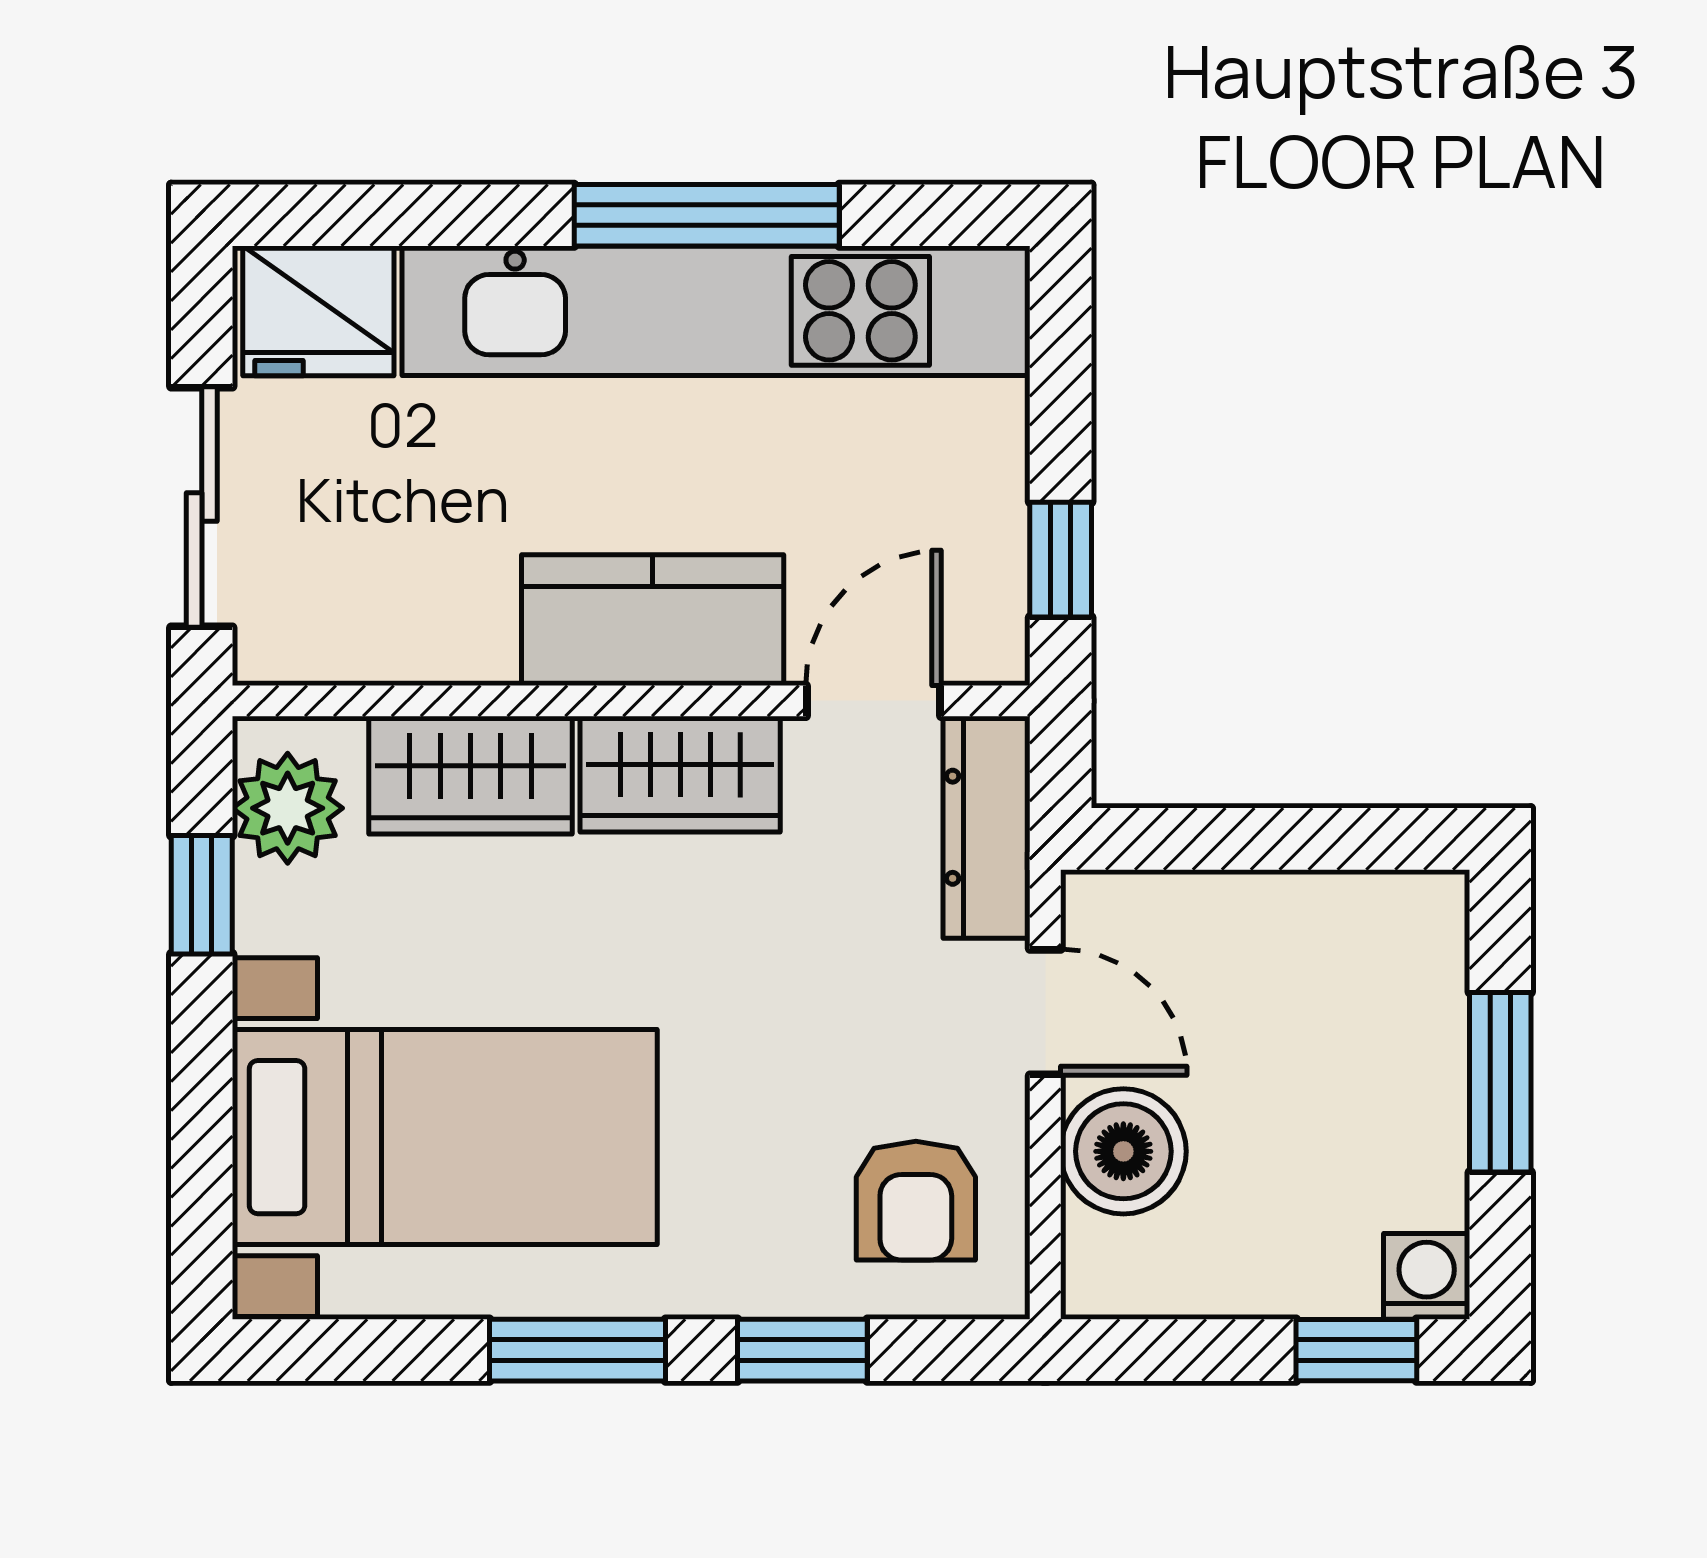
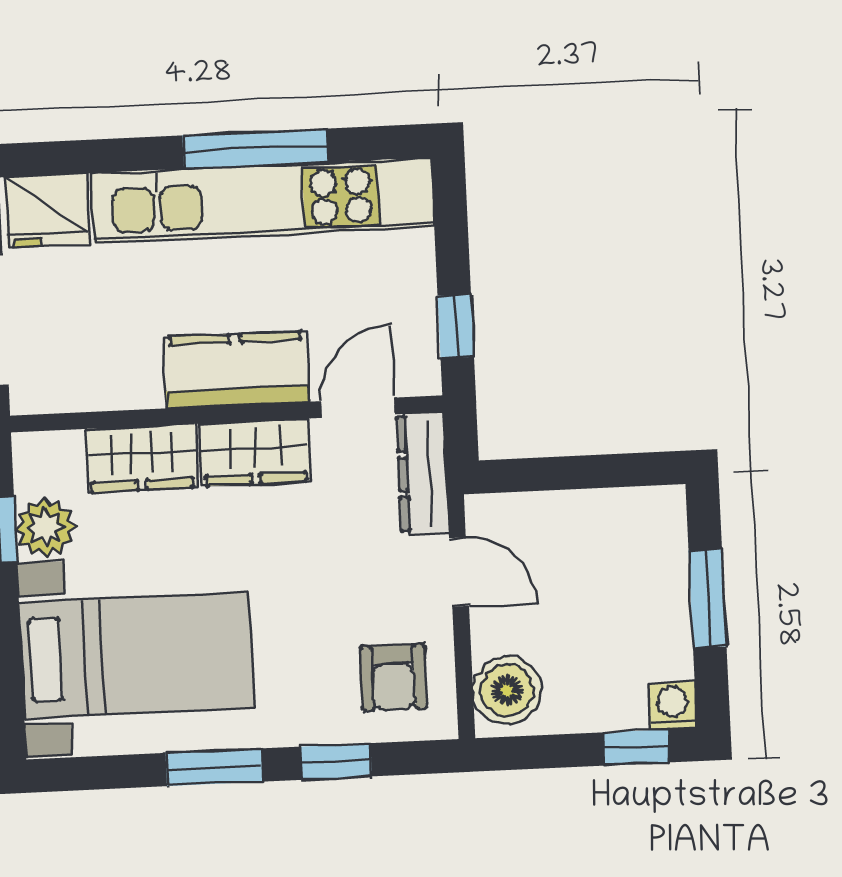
plant: (288, 808) -> (45, 528), moved
boiler: (1123, 1151) -> (507, 690), moved

